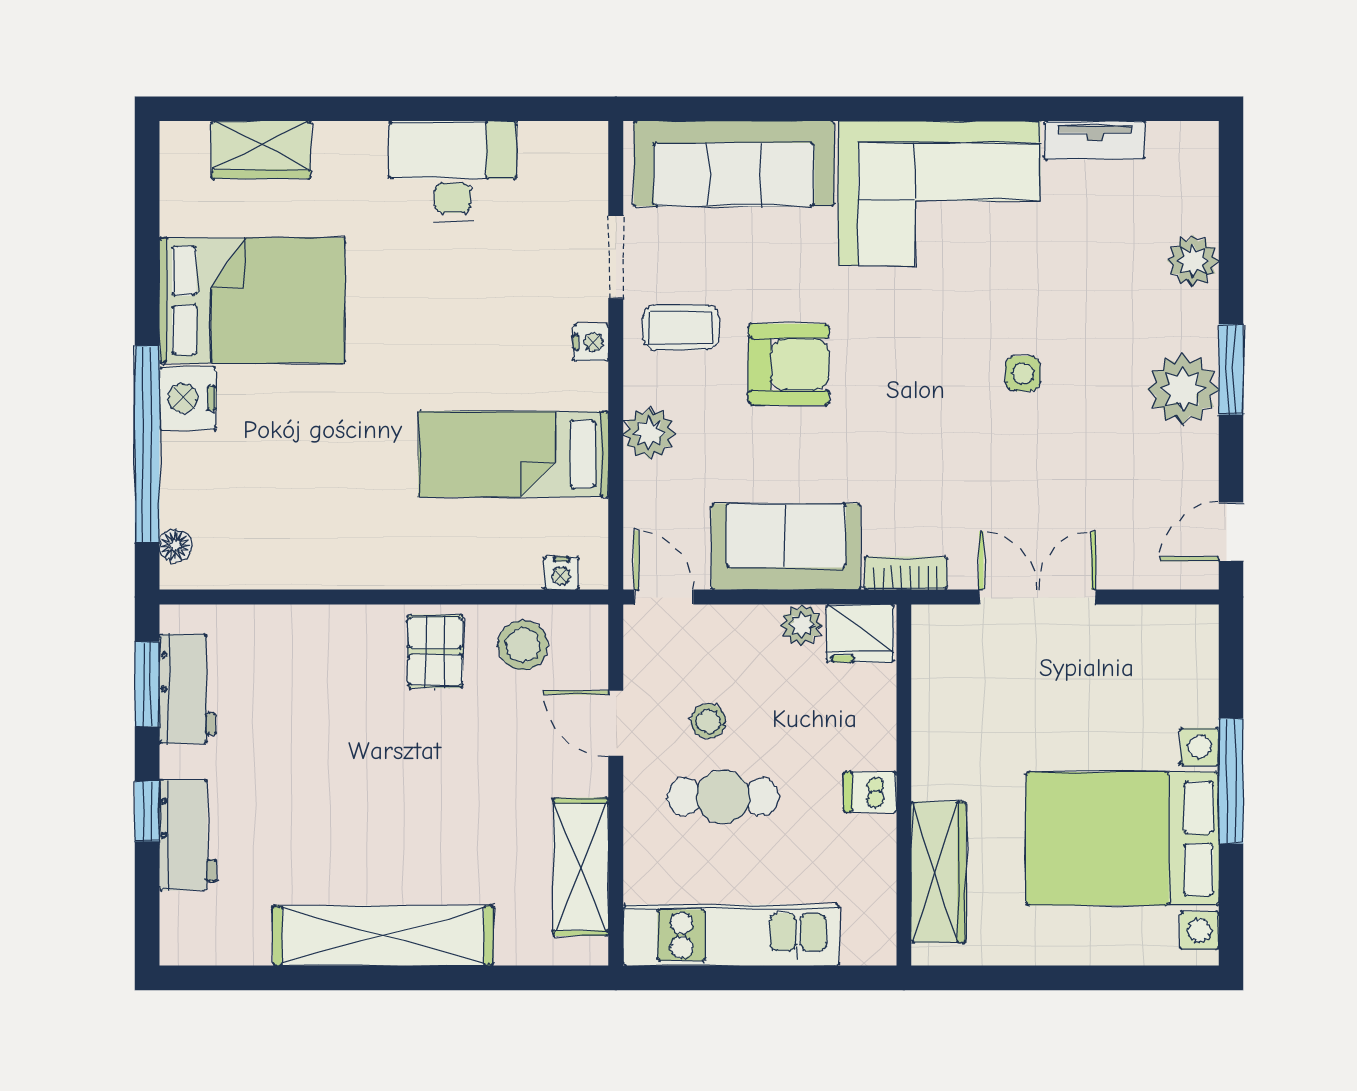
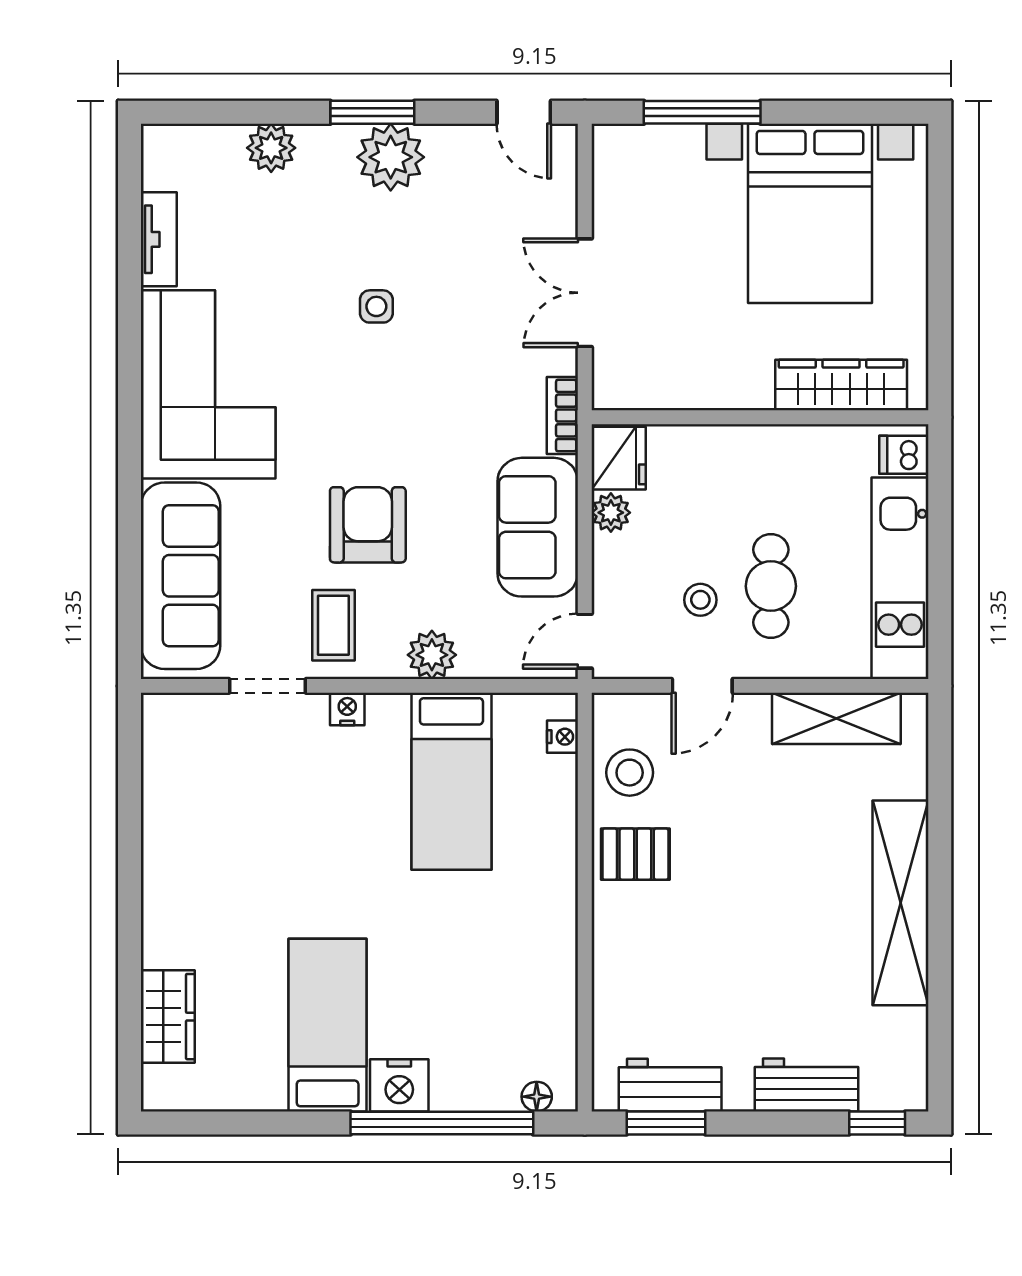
desk: (453, 171) -> (187, 838), removed
bed: (252, 300) -> (328, 1025), width x0.67
window: (1231, 781) -> (702, 112), moved
dishwasher: (870, 792) -> (904, 455), moved, turned 90
window: (147, 811) -> (877, 1123), moved

